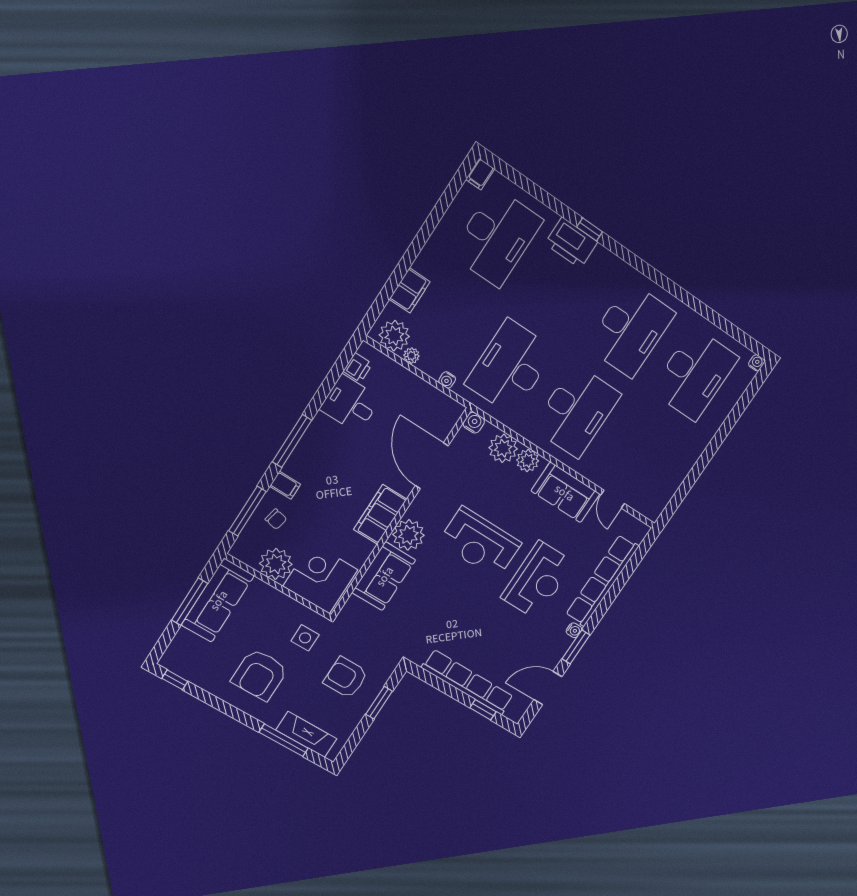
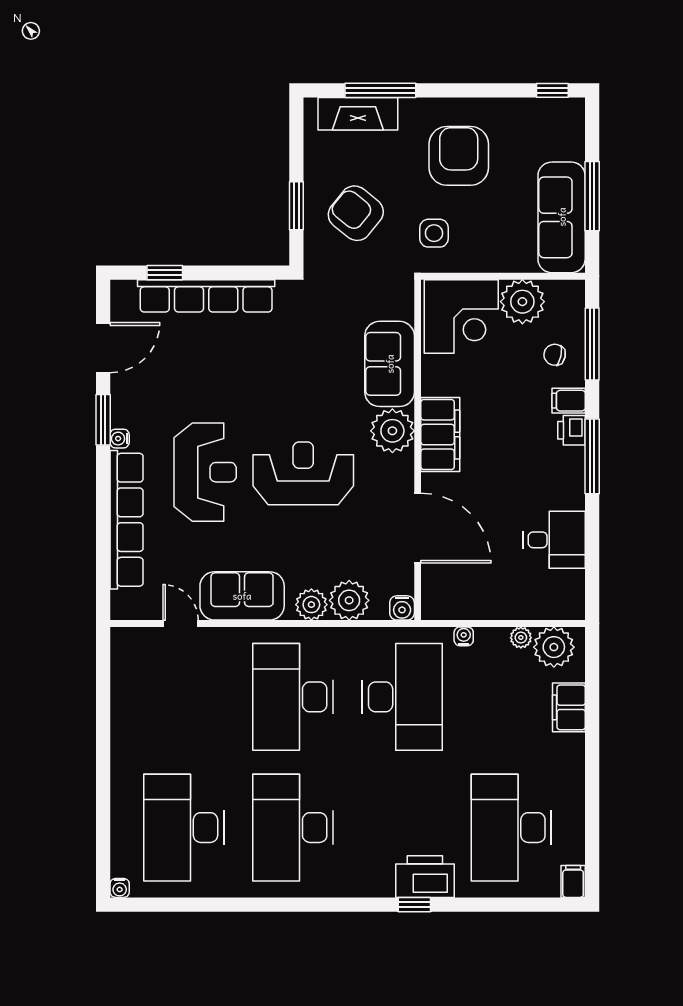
printer: (358, 368) -> (572, 430), moved
reception desk: (538, 580) -> (205, 472), turned 180
armchair: (346, 678) -> (356, 213), turned -141

